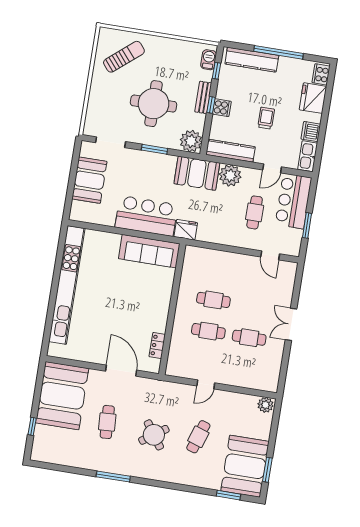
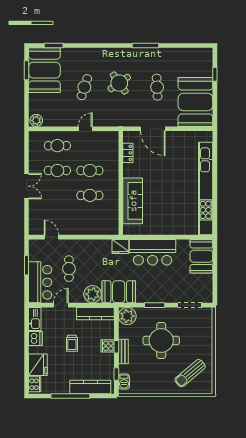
booth: (89, 180) -> (201, 256), moved
sofa: (149, 251) -> (133, 201), moved, turned 90
cafe table: (244, 369) -> (57, 146), added

